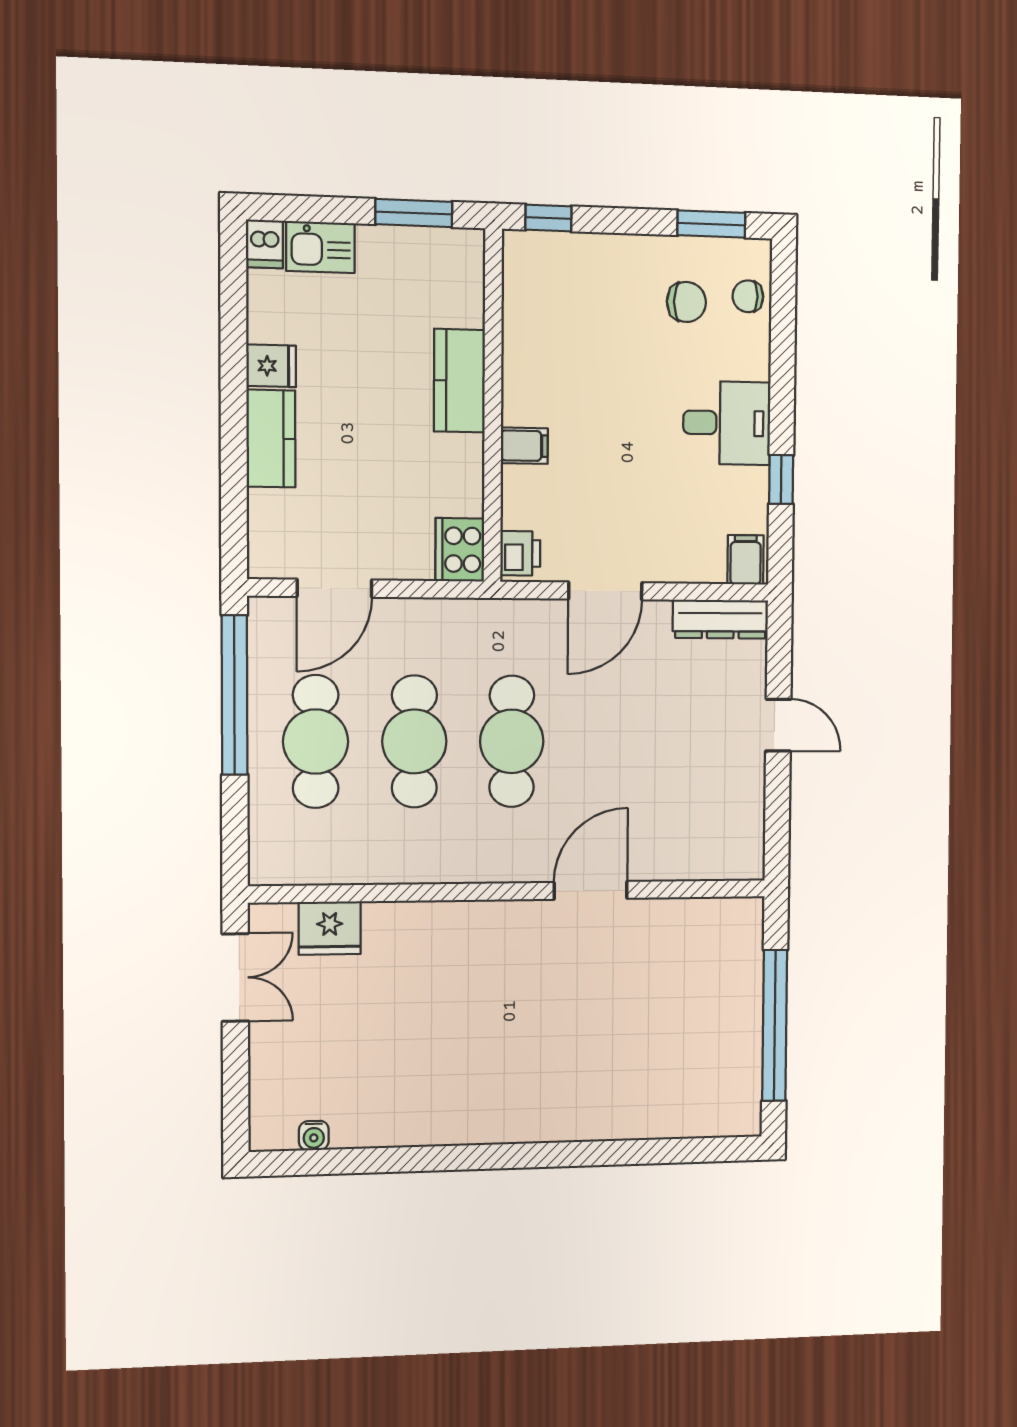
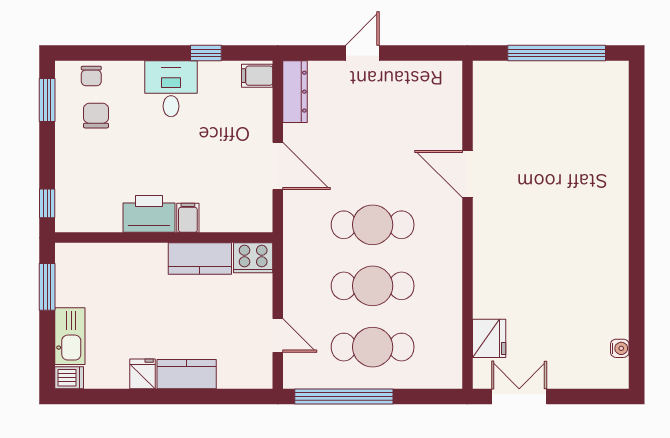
kitchen sink: (320, 247) -> (70, 336), width x1.38
kitchen counter: (459, 381) -> (200, 259), moved
printer: (520, 553) -> (149, 214), moved, width x1.87, depth x1.48
door: (334, 588) -> (278, 335), width x0.73

